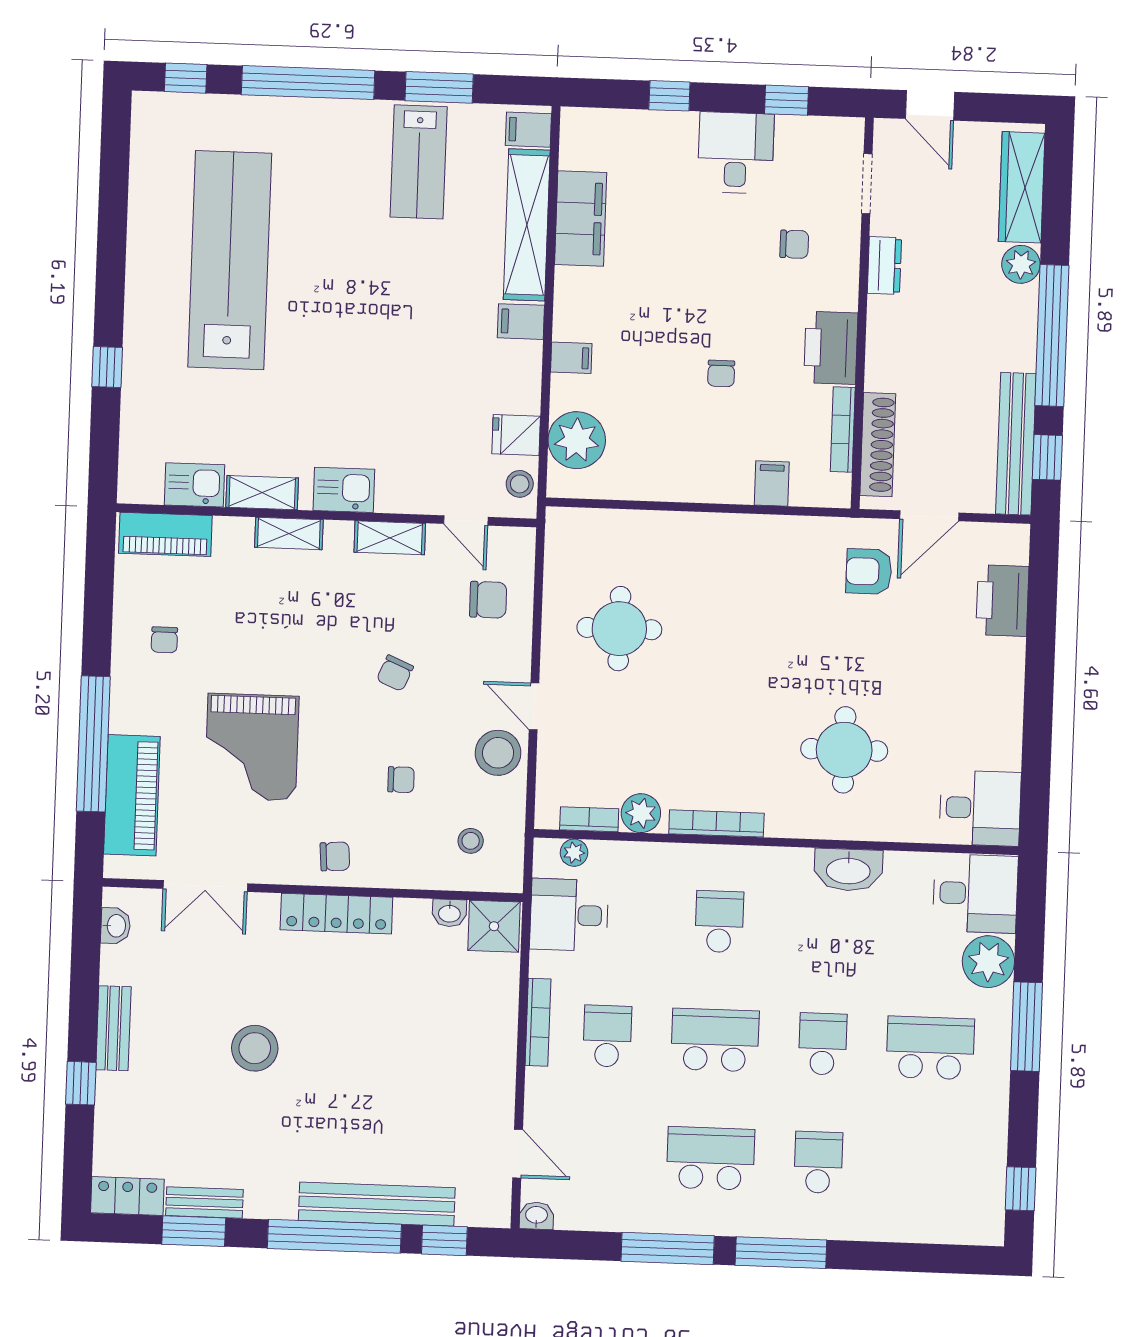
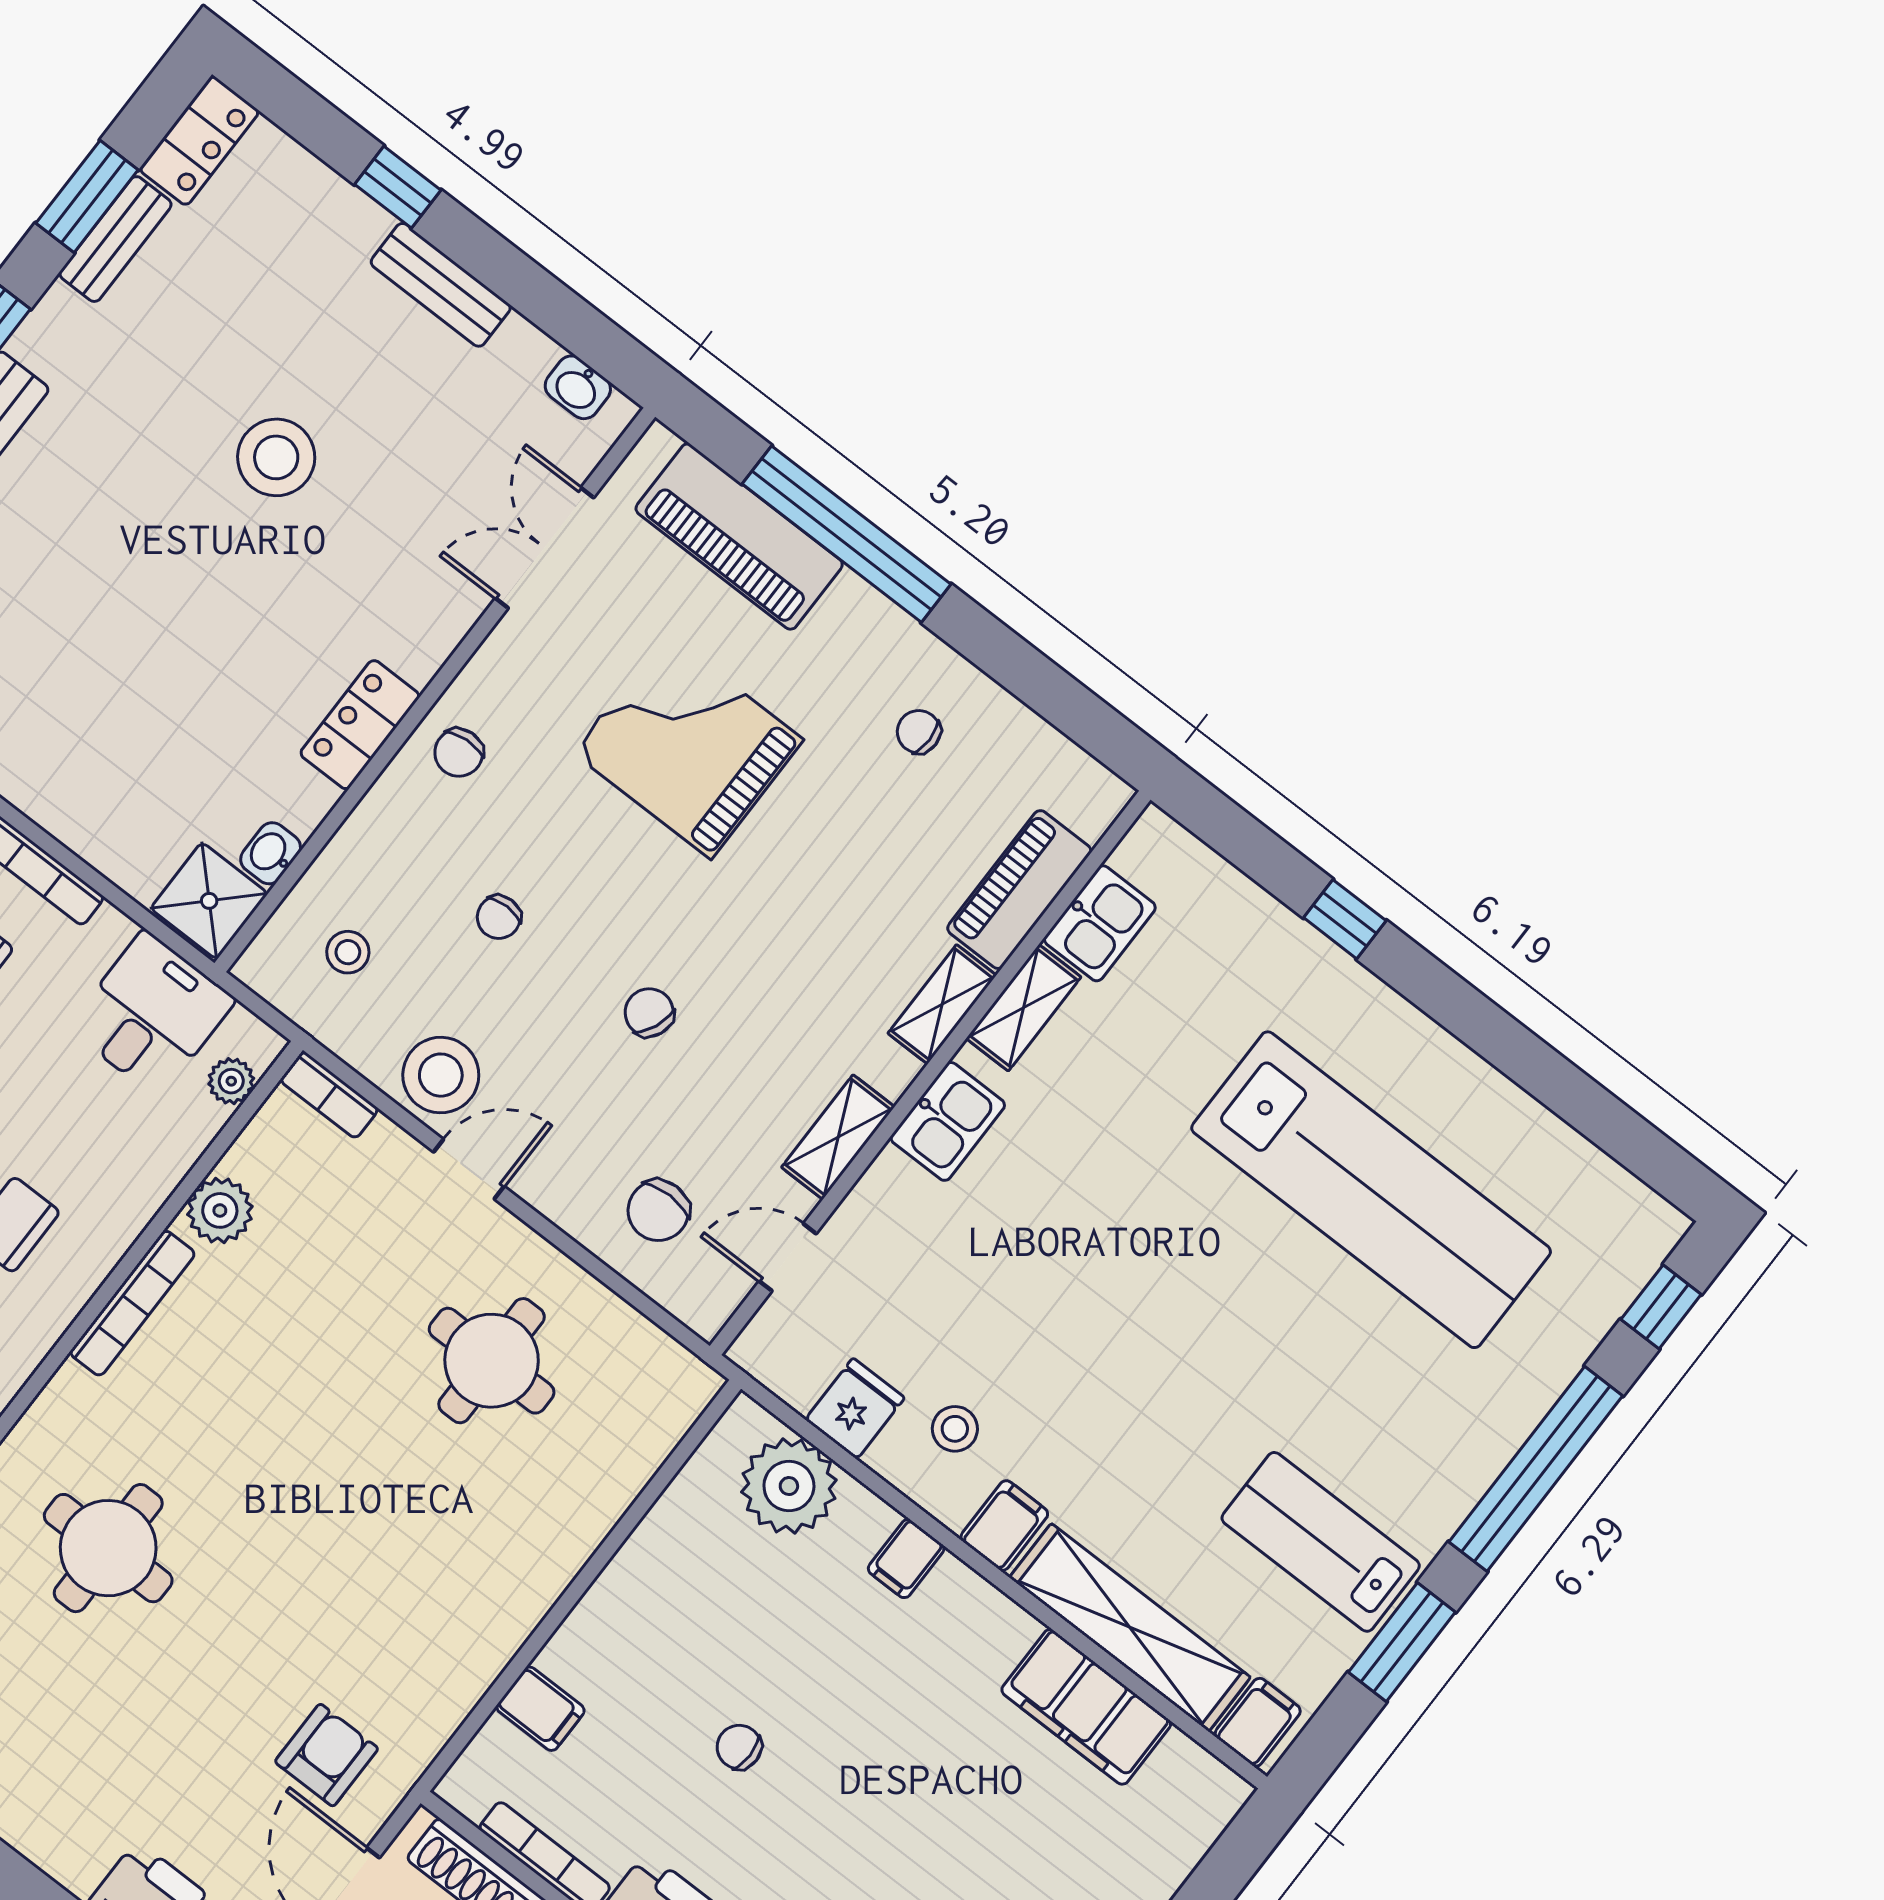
stool: (520, 484) -> (955, 1429), moved
piano: (165, 534) -> (1019, 890), moved
bookcase: (589, 819) -> (329, 1095), moved, turned 90
locker: (336, 914) -> (360, 725), width x0.66

